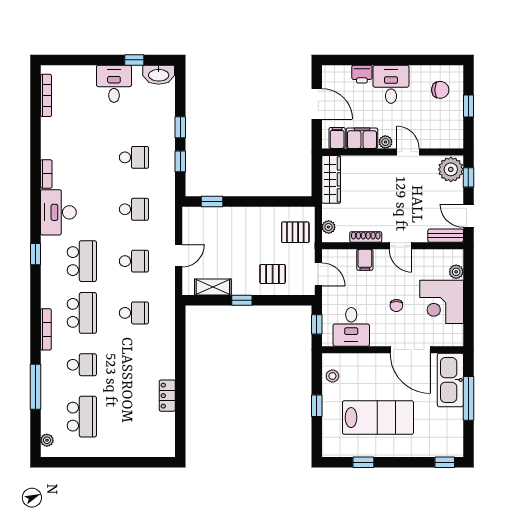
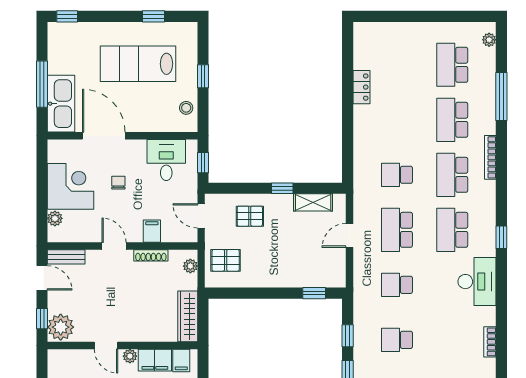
bookcase: (46, 174) -> (490, 342), moved
school desk: (134, 261) -> (397, 230), width x1.85
school desk: (82, 365) -> (452, 120), width x1.85

